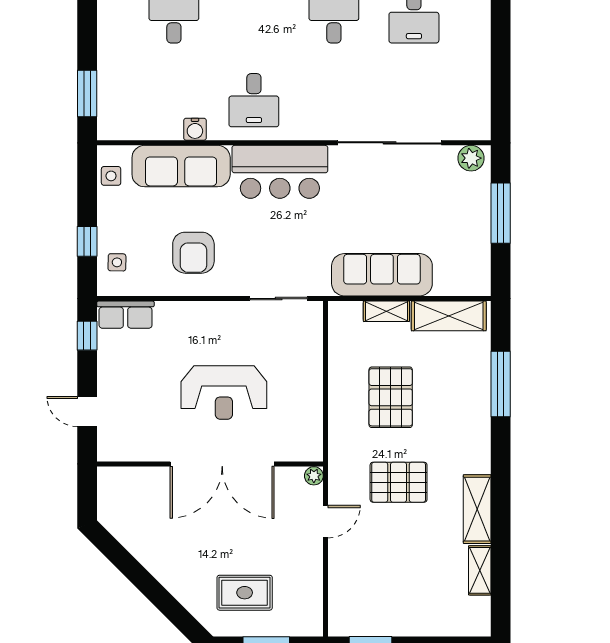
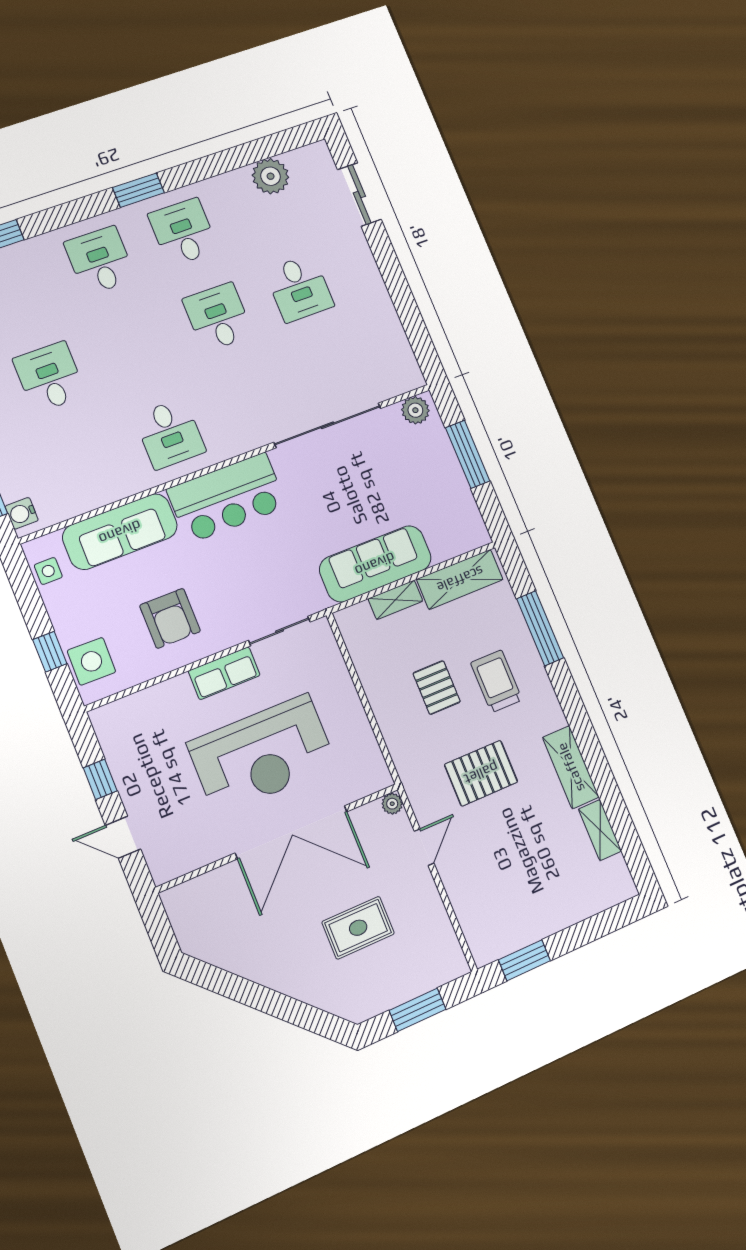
water cooler: (195, 129) -> (22, 513), moved, turned 90
side table: (117, 262) -> (91, 661), width x1.87, depth x1.87
row of seats: (126, 315) -> (224, 673), moved
window: (87, 336) -> (100, 779), moved
reception desk: (224, 392) -> (262, 754), width x1.36, depth x1.30
pallet: (391, 397) -> (437, 688), width x0.67, depth x0.71
trolley: (444, 413) -> (496, 681), added
rug: (245, 593) -> (358, 928), moved

